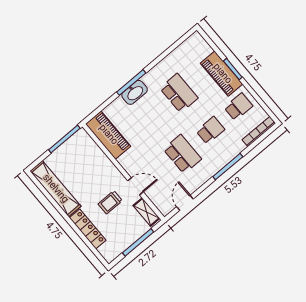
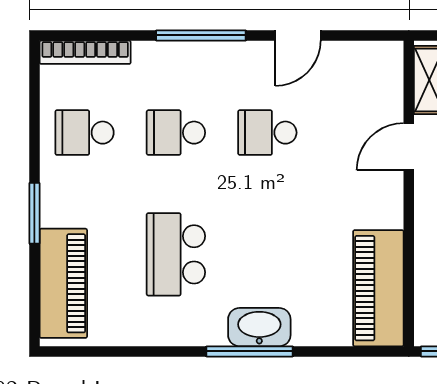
piano: (222, 74) -> (63, 283), moved
school desk: (182, 154) -> (267, 133), width x0.54
door: (135, 186) -> (409, 147), hinge flipped
door: (185, 203) -> (298, 35), moved

